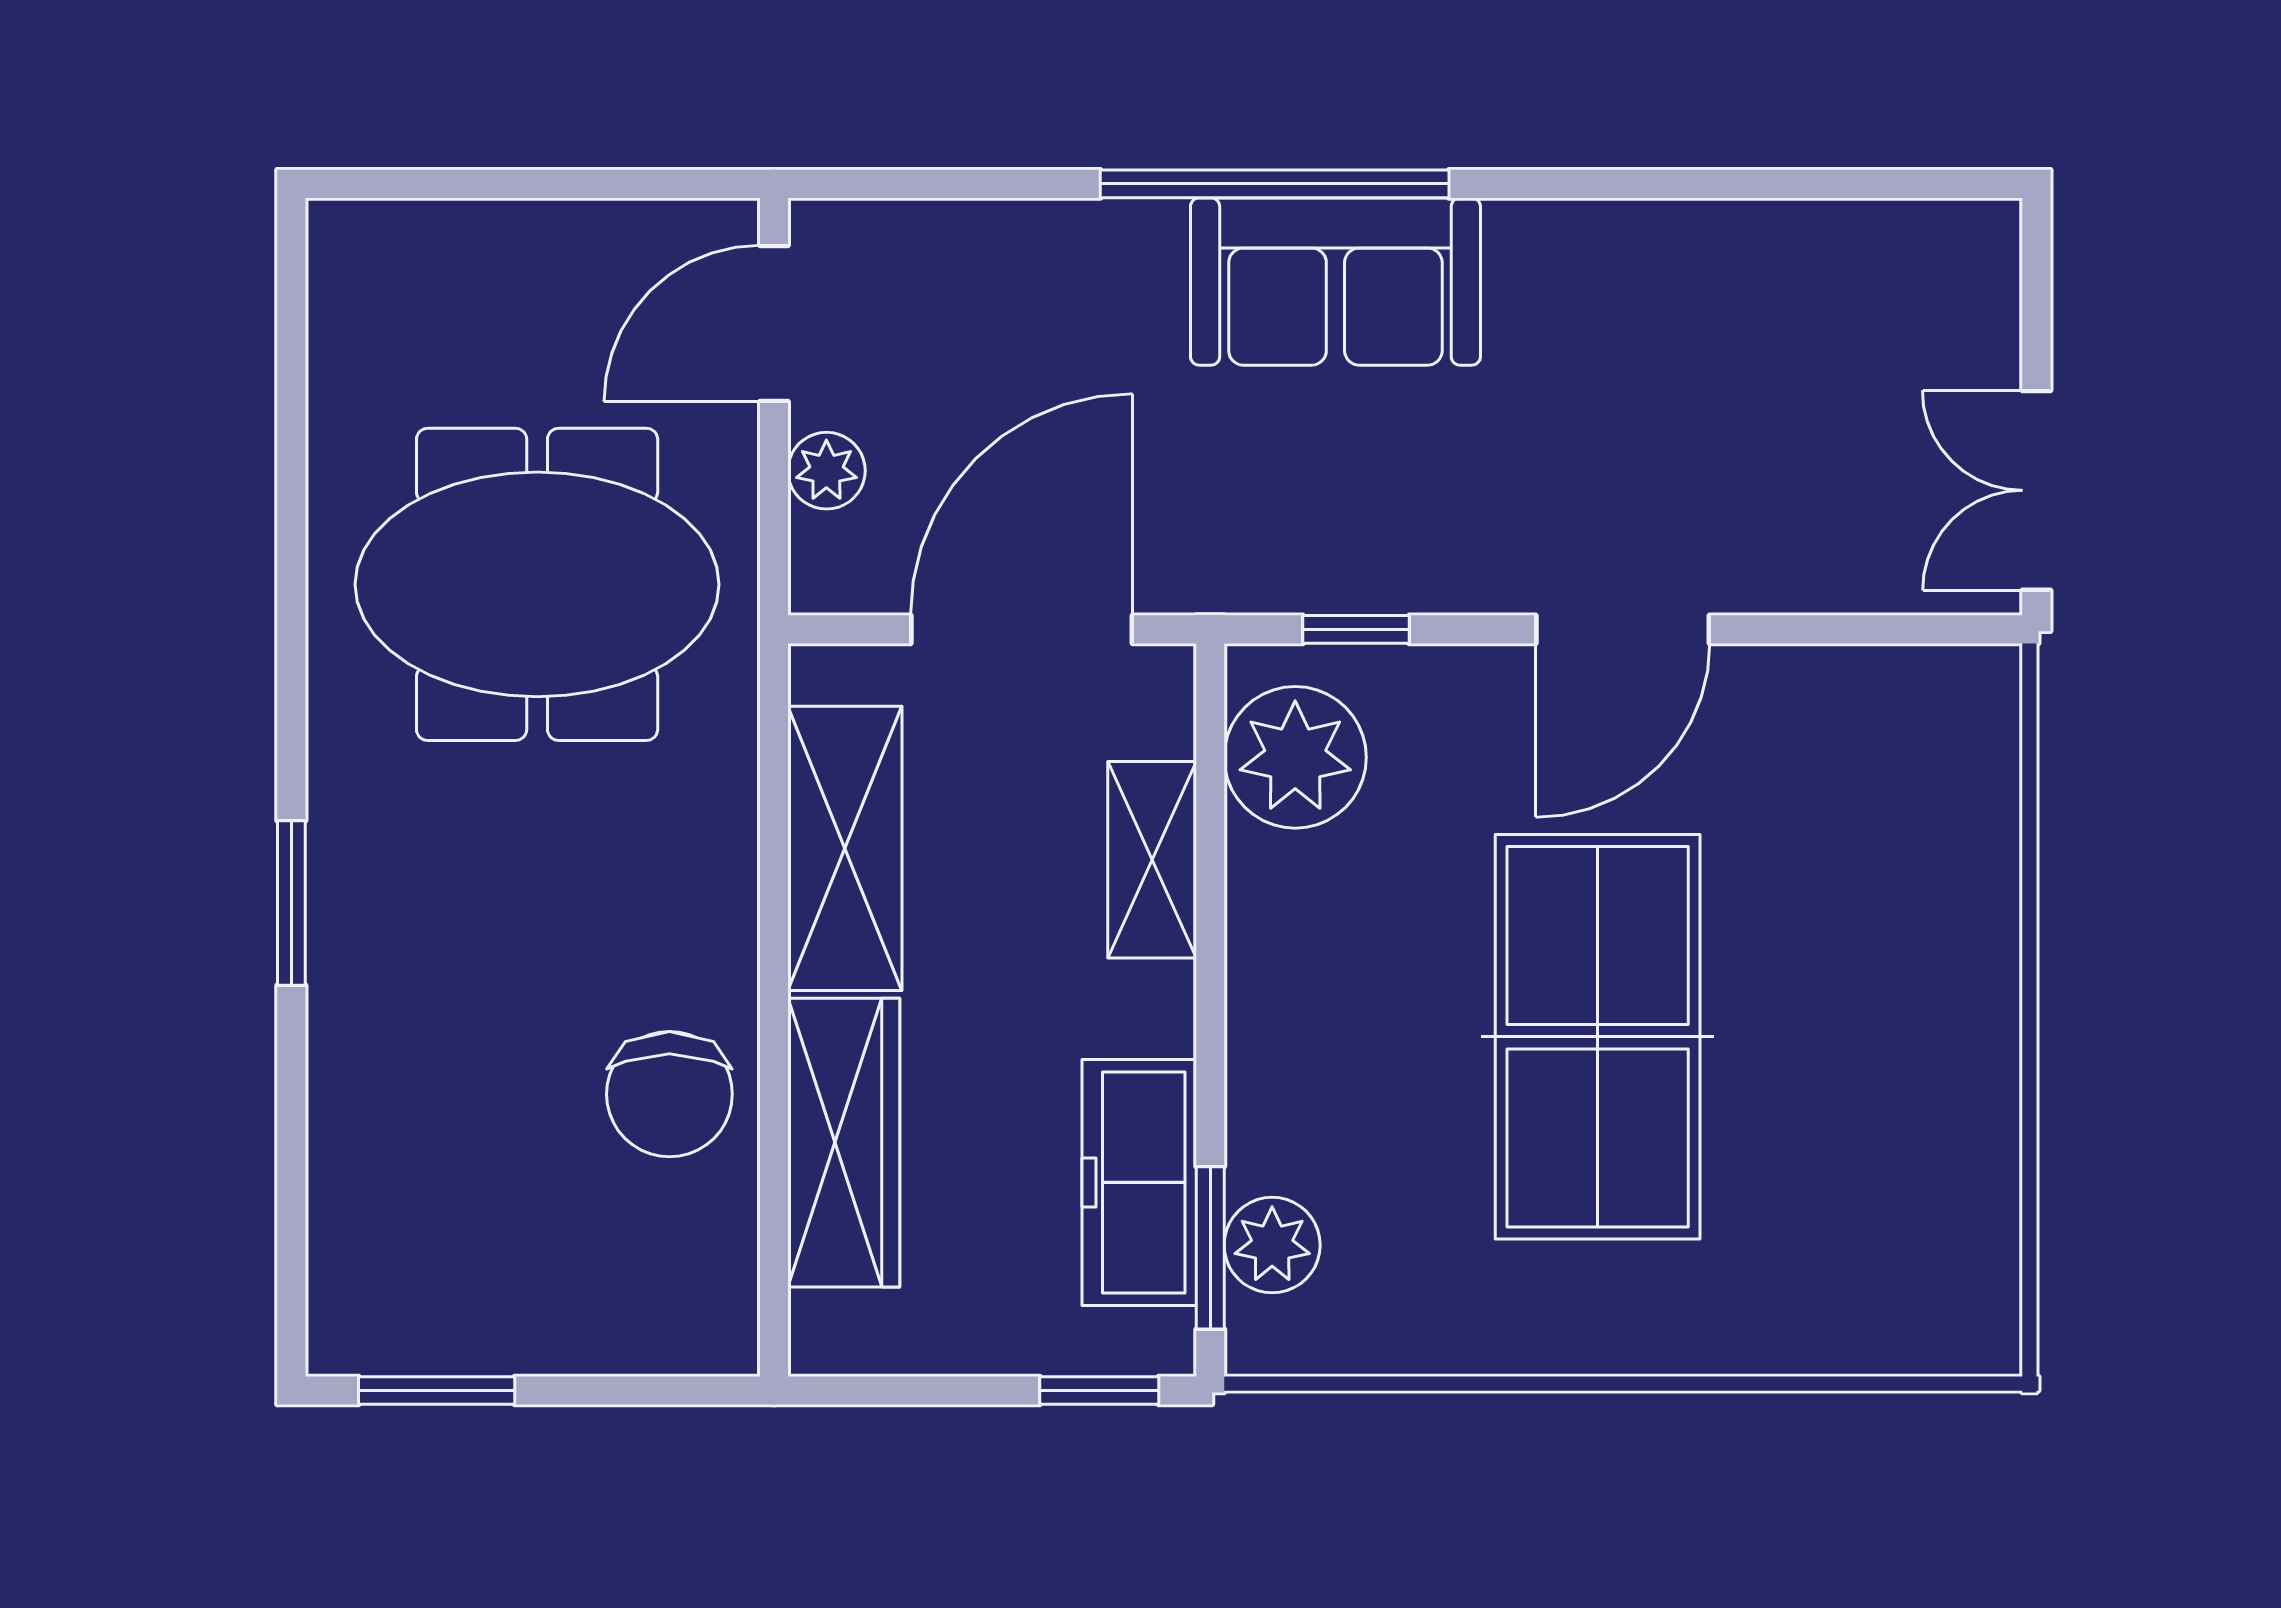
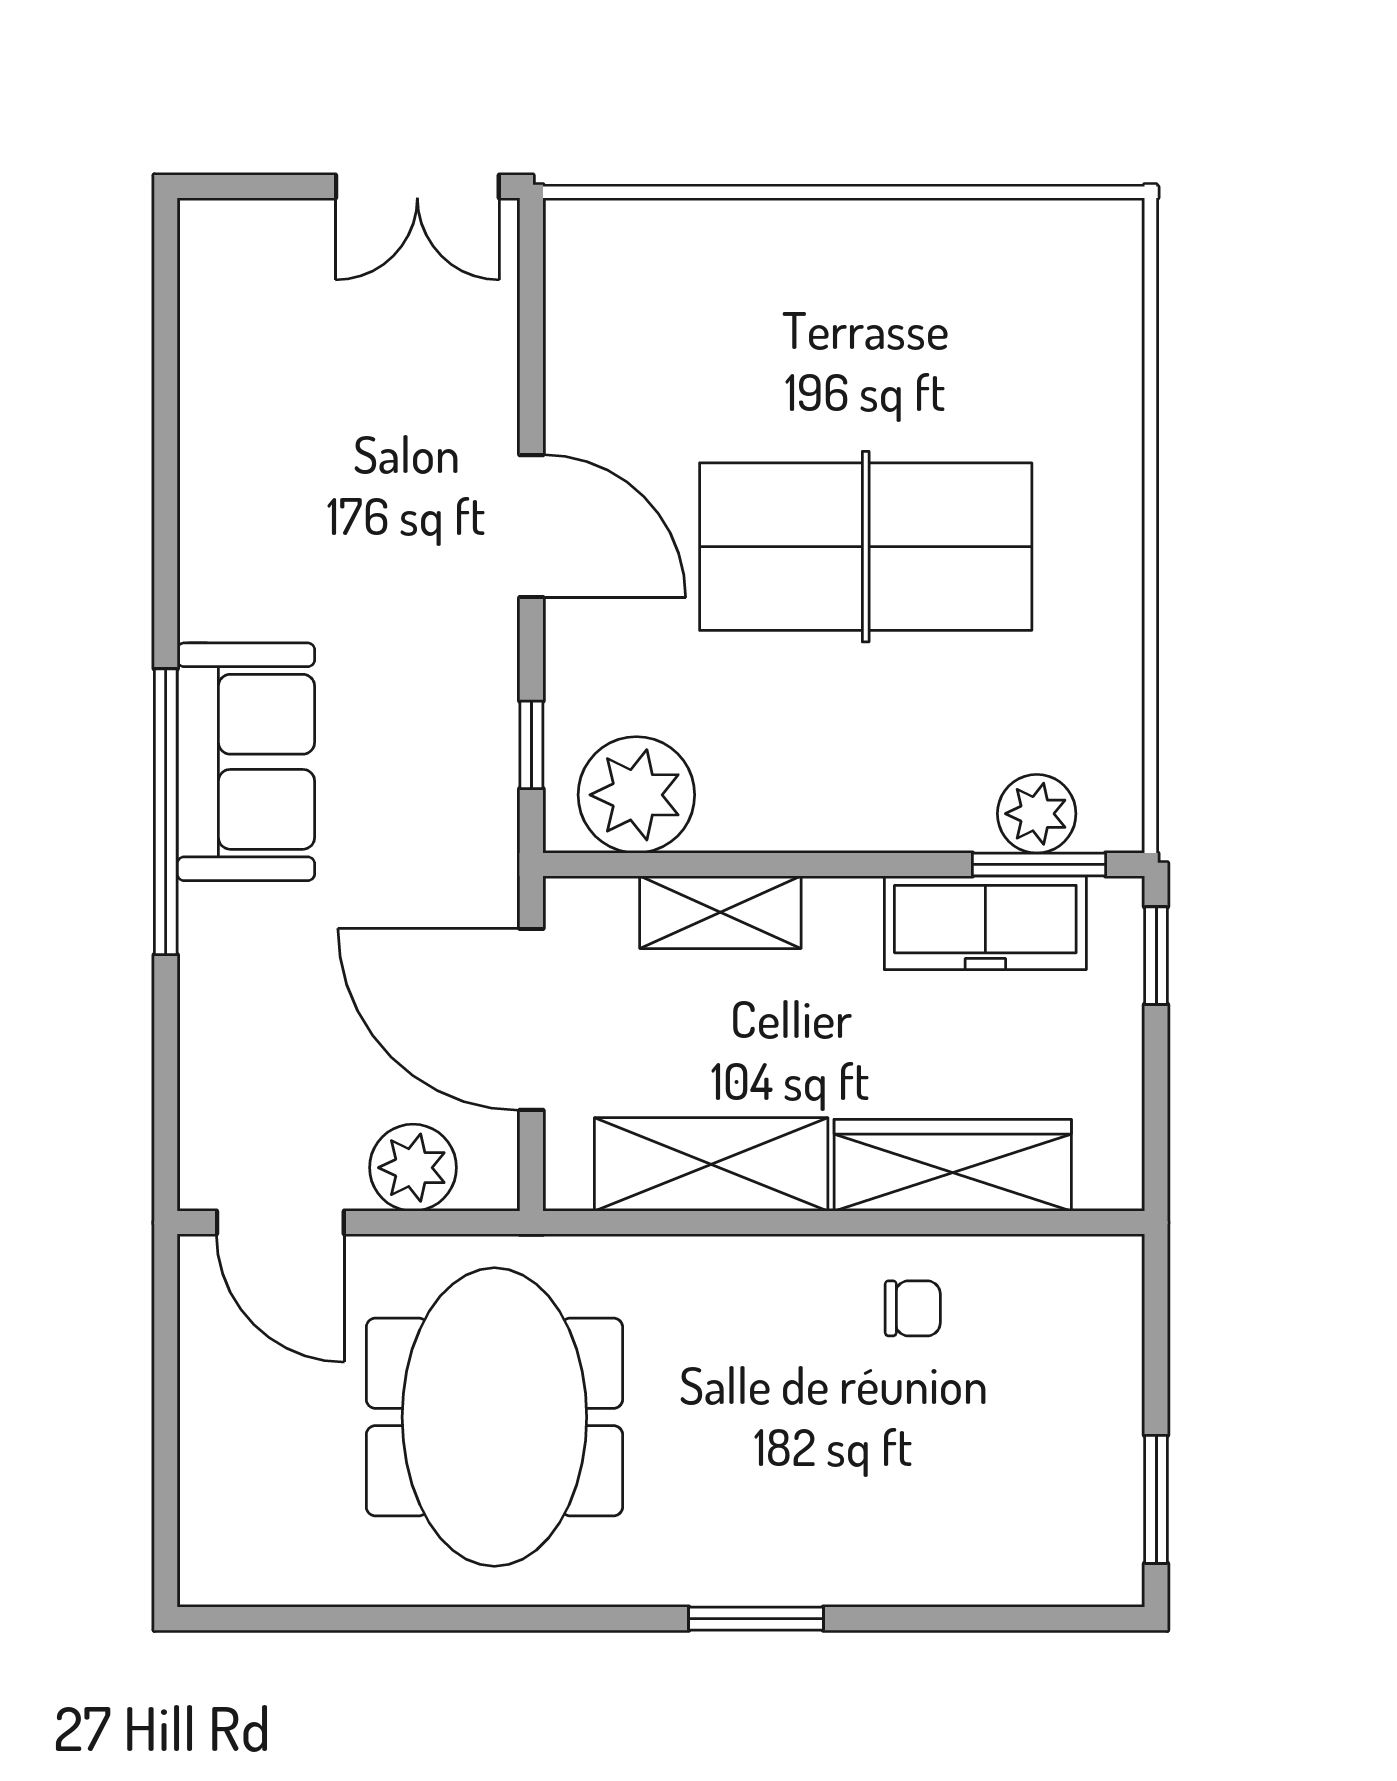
plant: (826, 471) -> (413, 1168), width x1.38, depth x1.38
chair: (669, 1094) -> (913, 1308), width x0.54, depth x0.54

